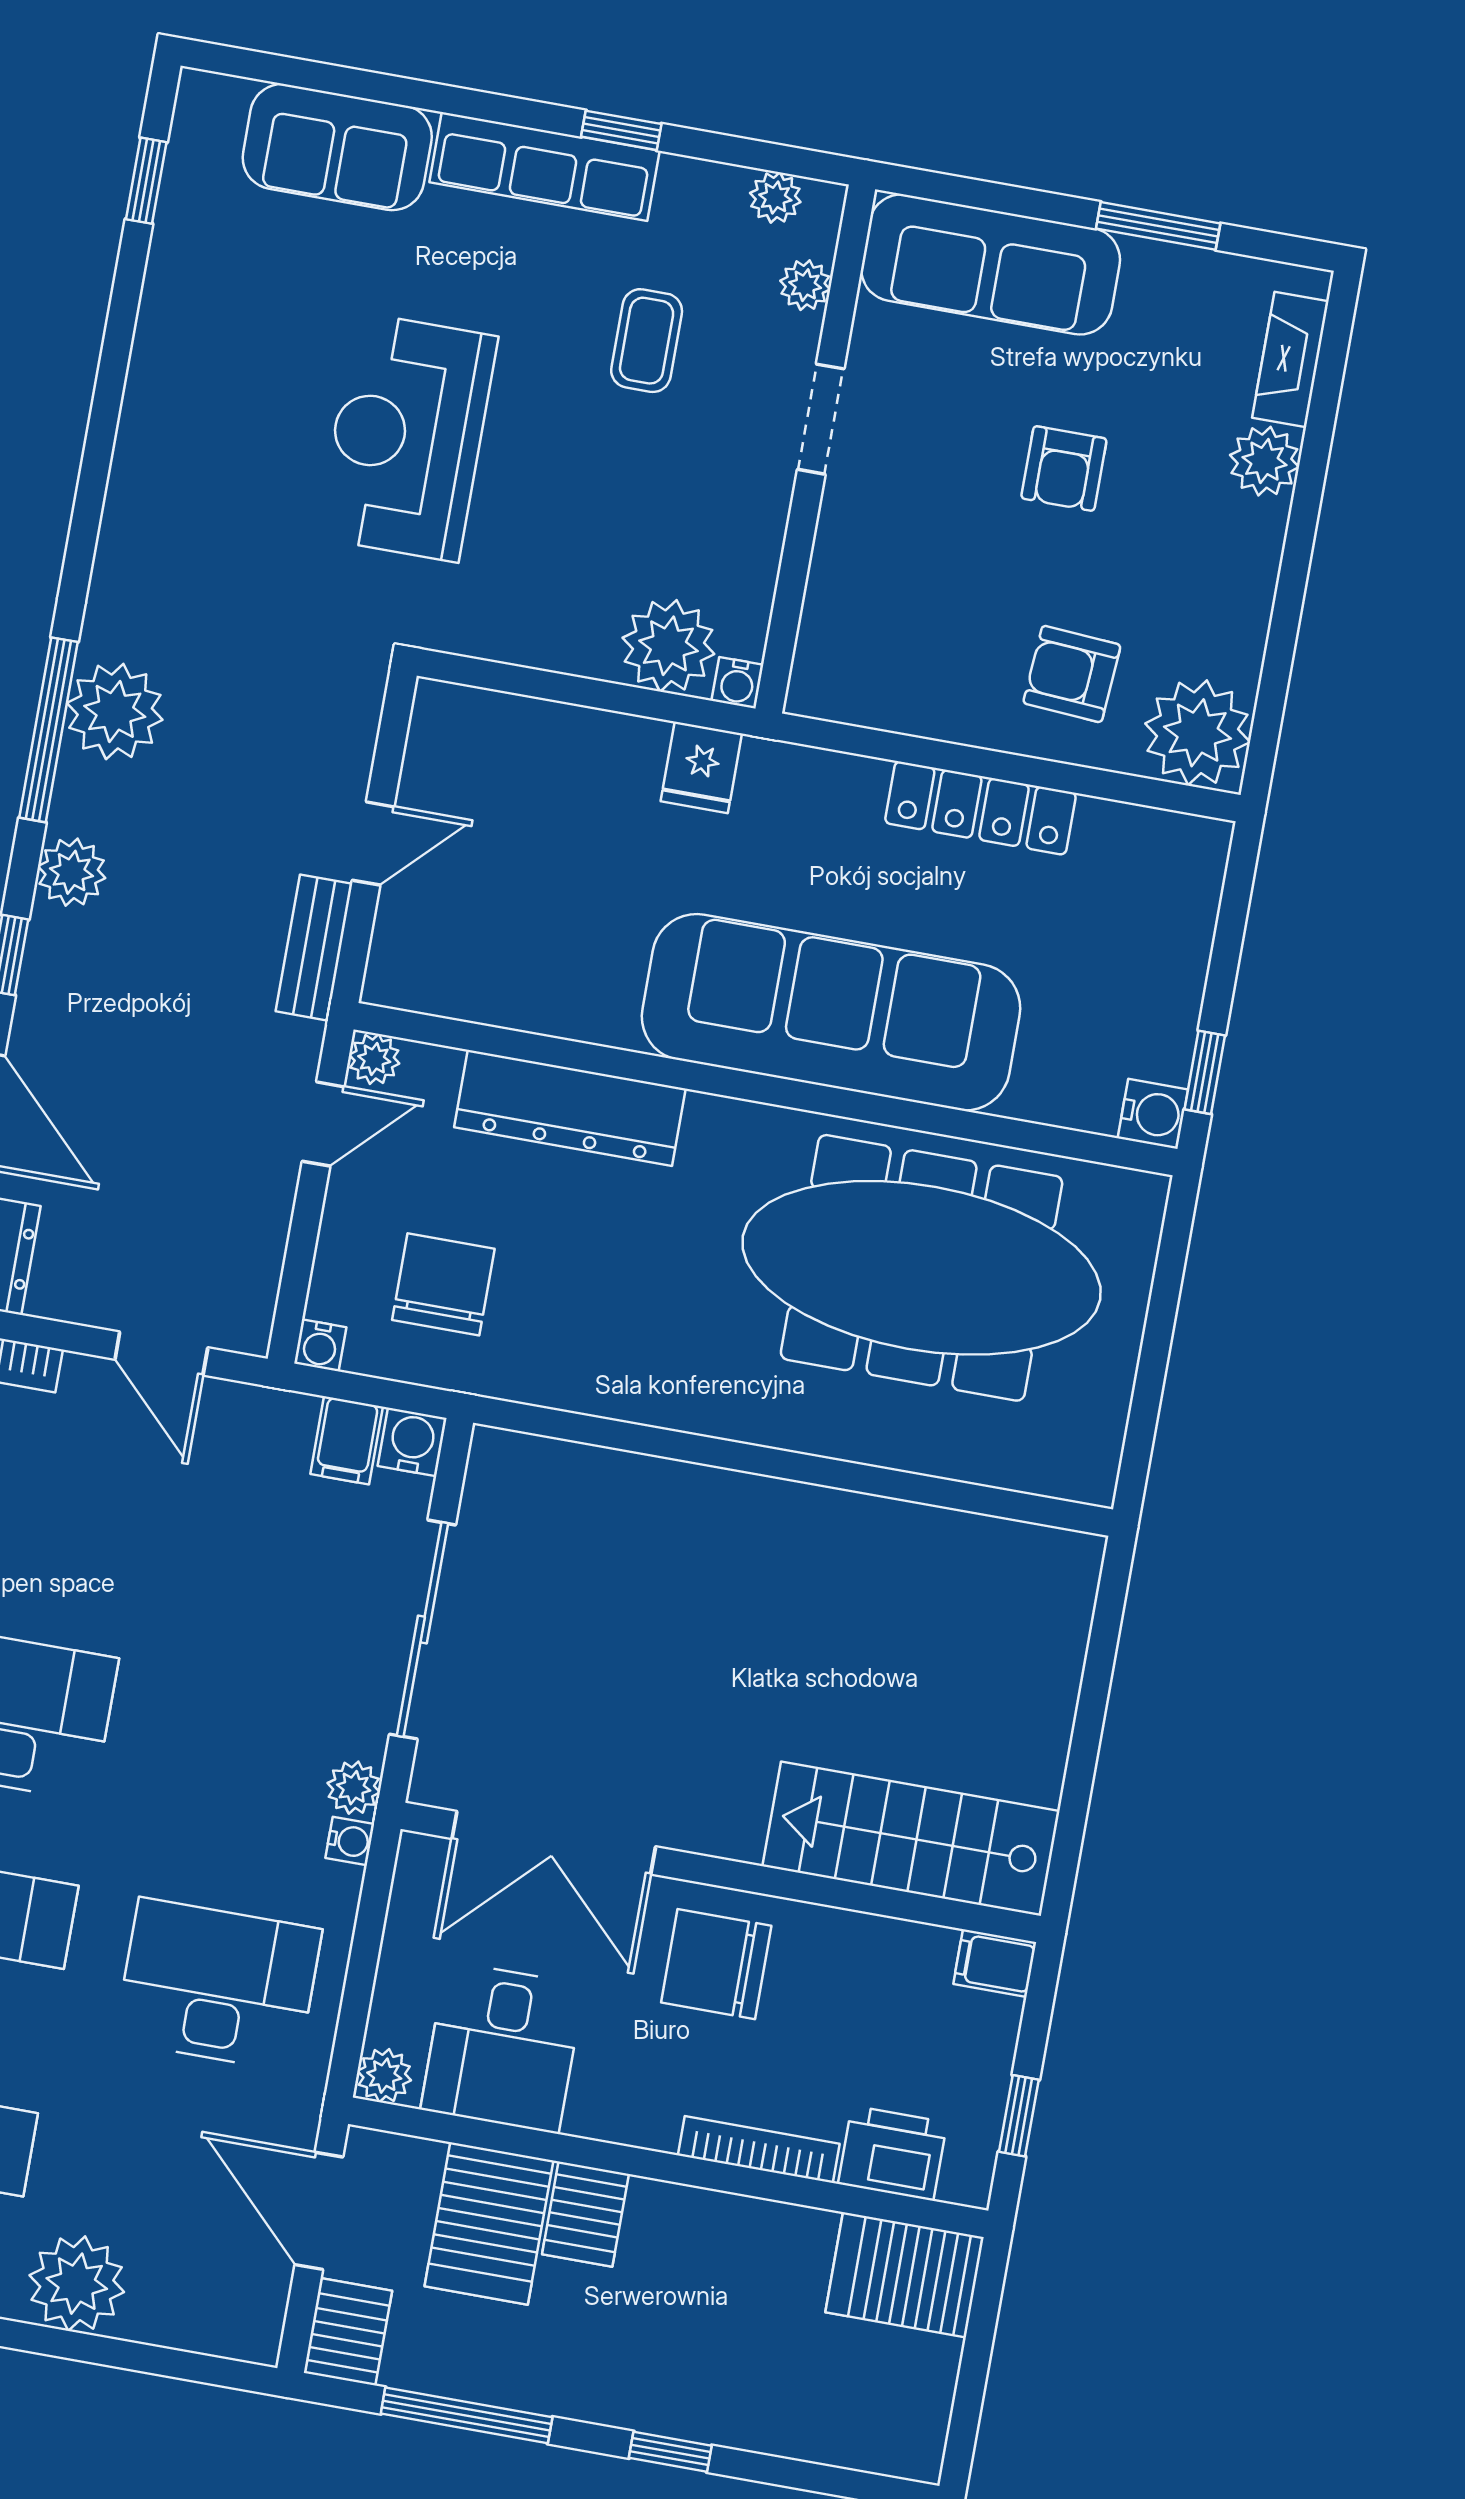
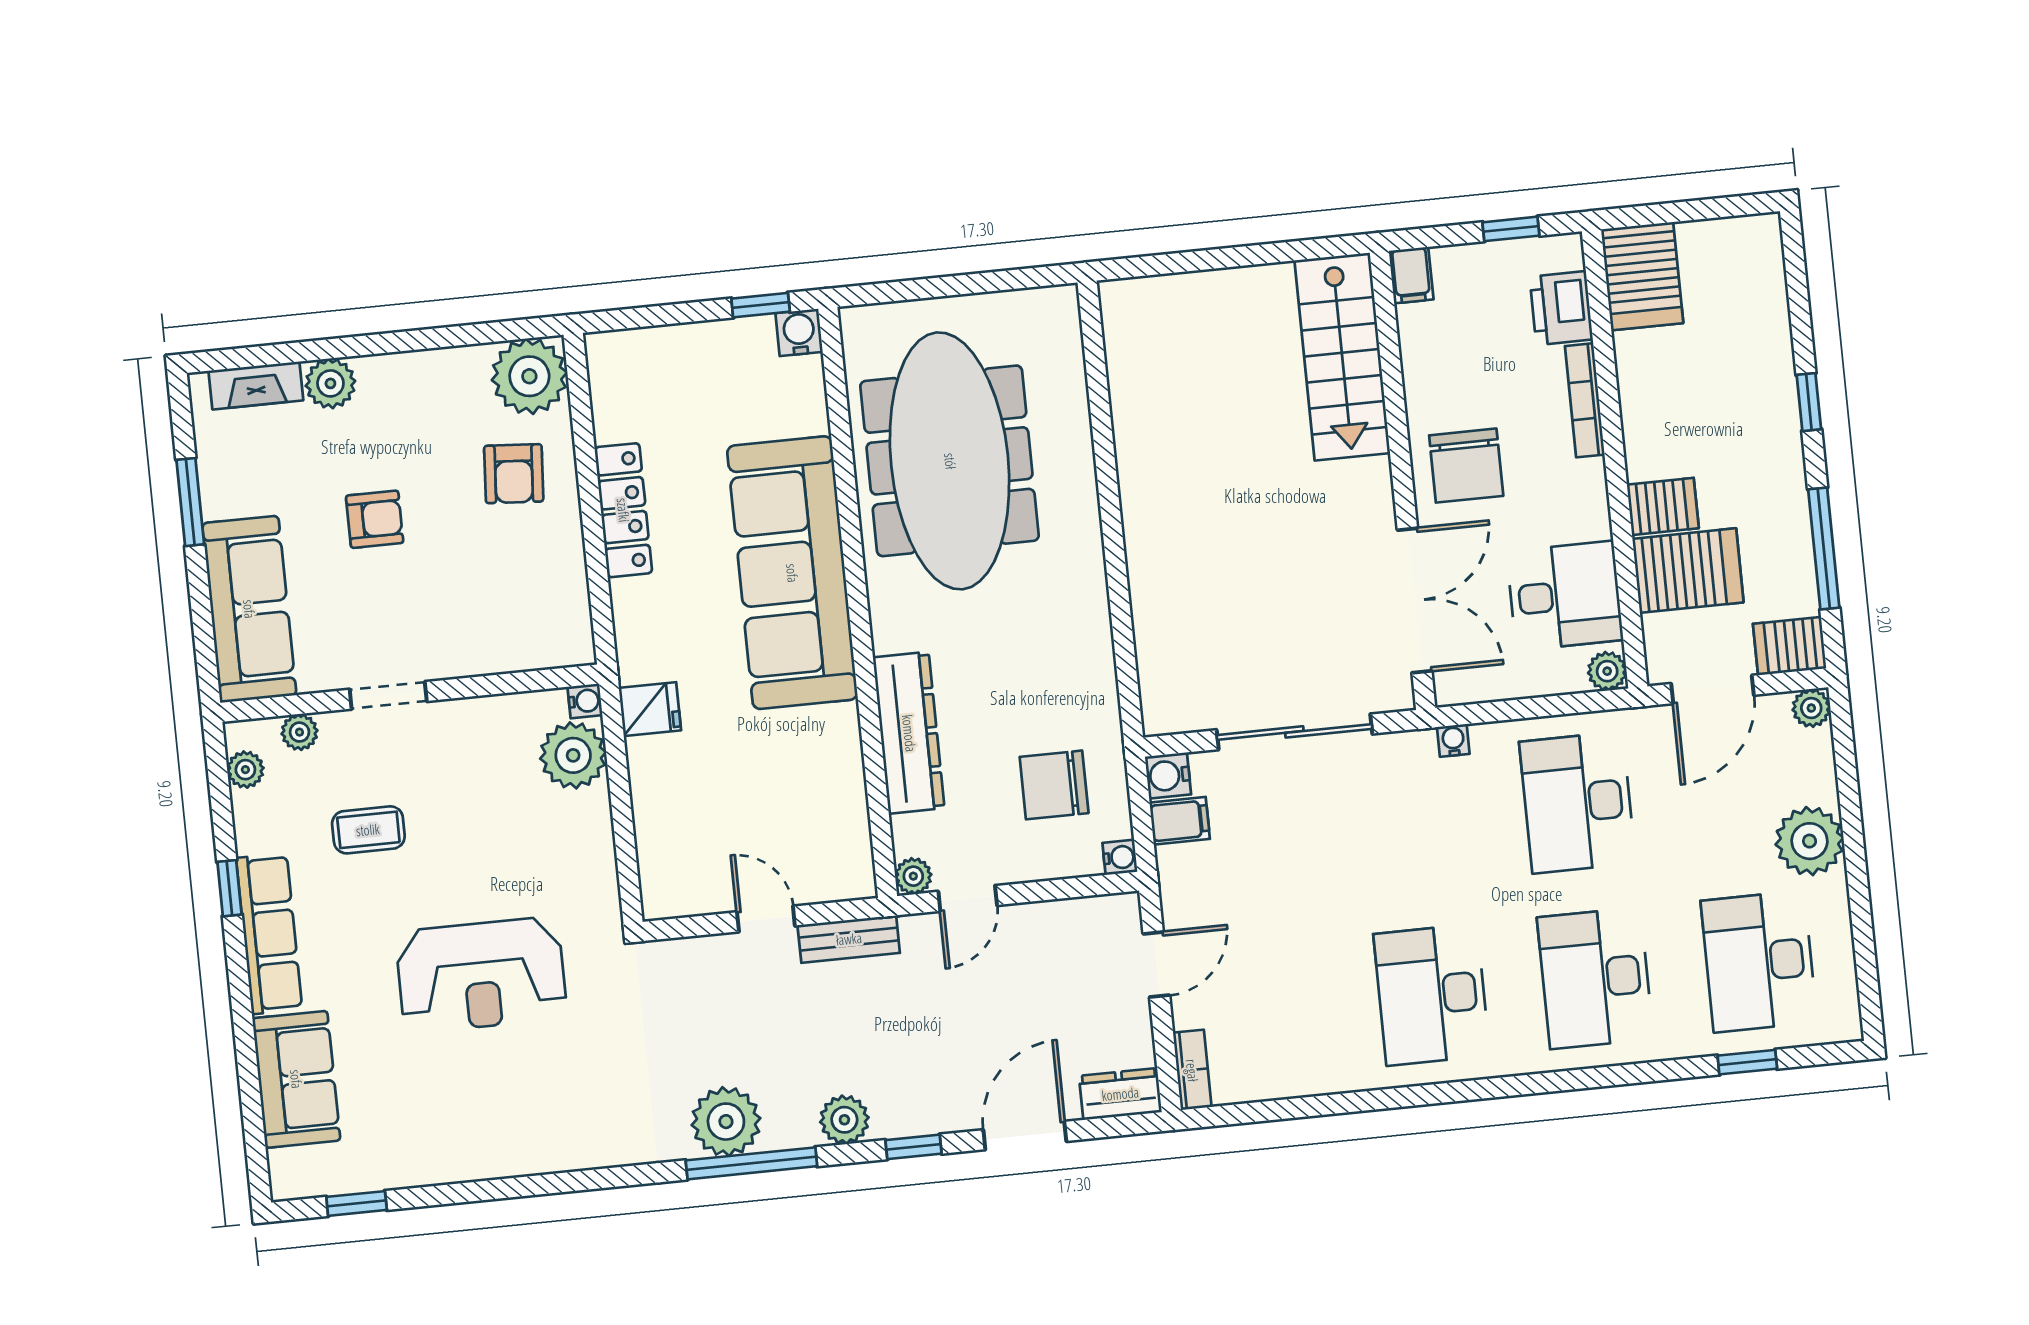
door: (323, 1124) -> (968, 898), swing flipped
plant: (354, 1788) -> (1811, 708), moved

